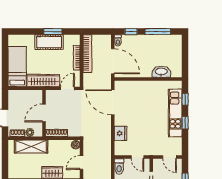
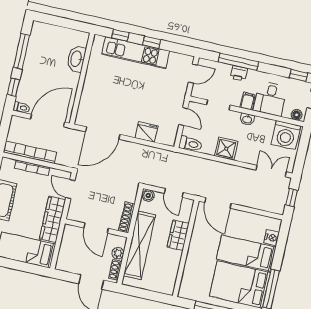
shelving: (31, 146) -> (139, 245), width x1.47
door: (137, 157) -> (183, 116), hinge flipped

